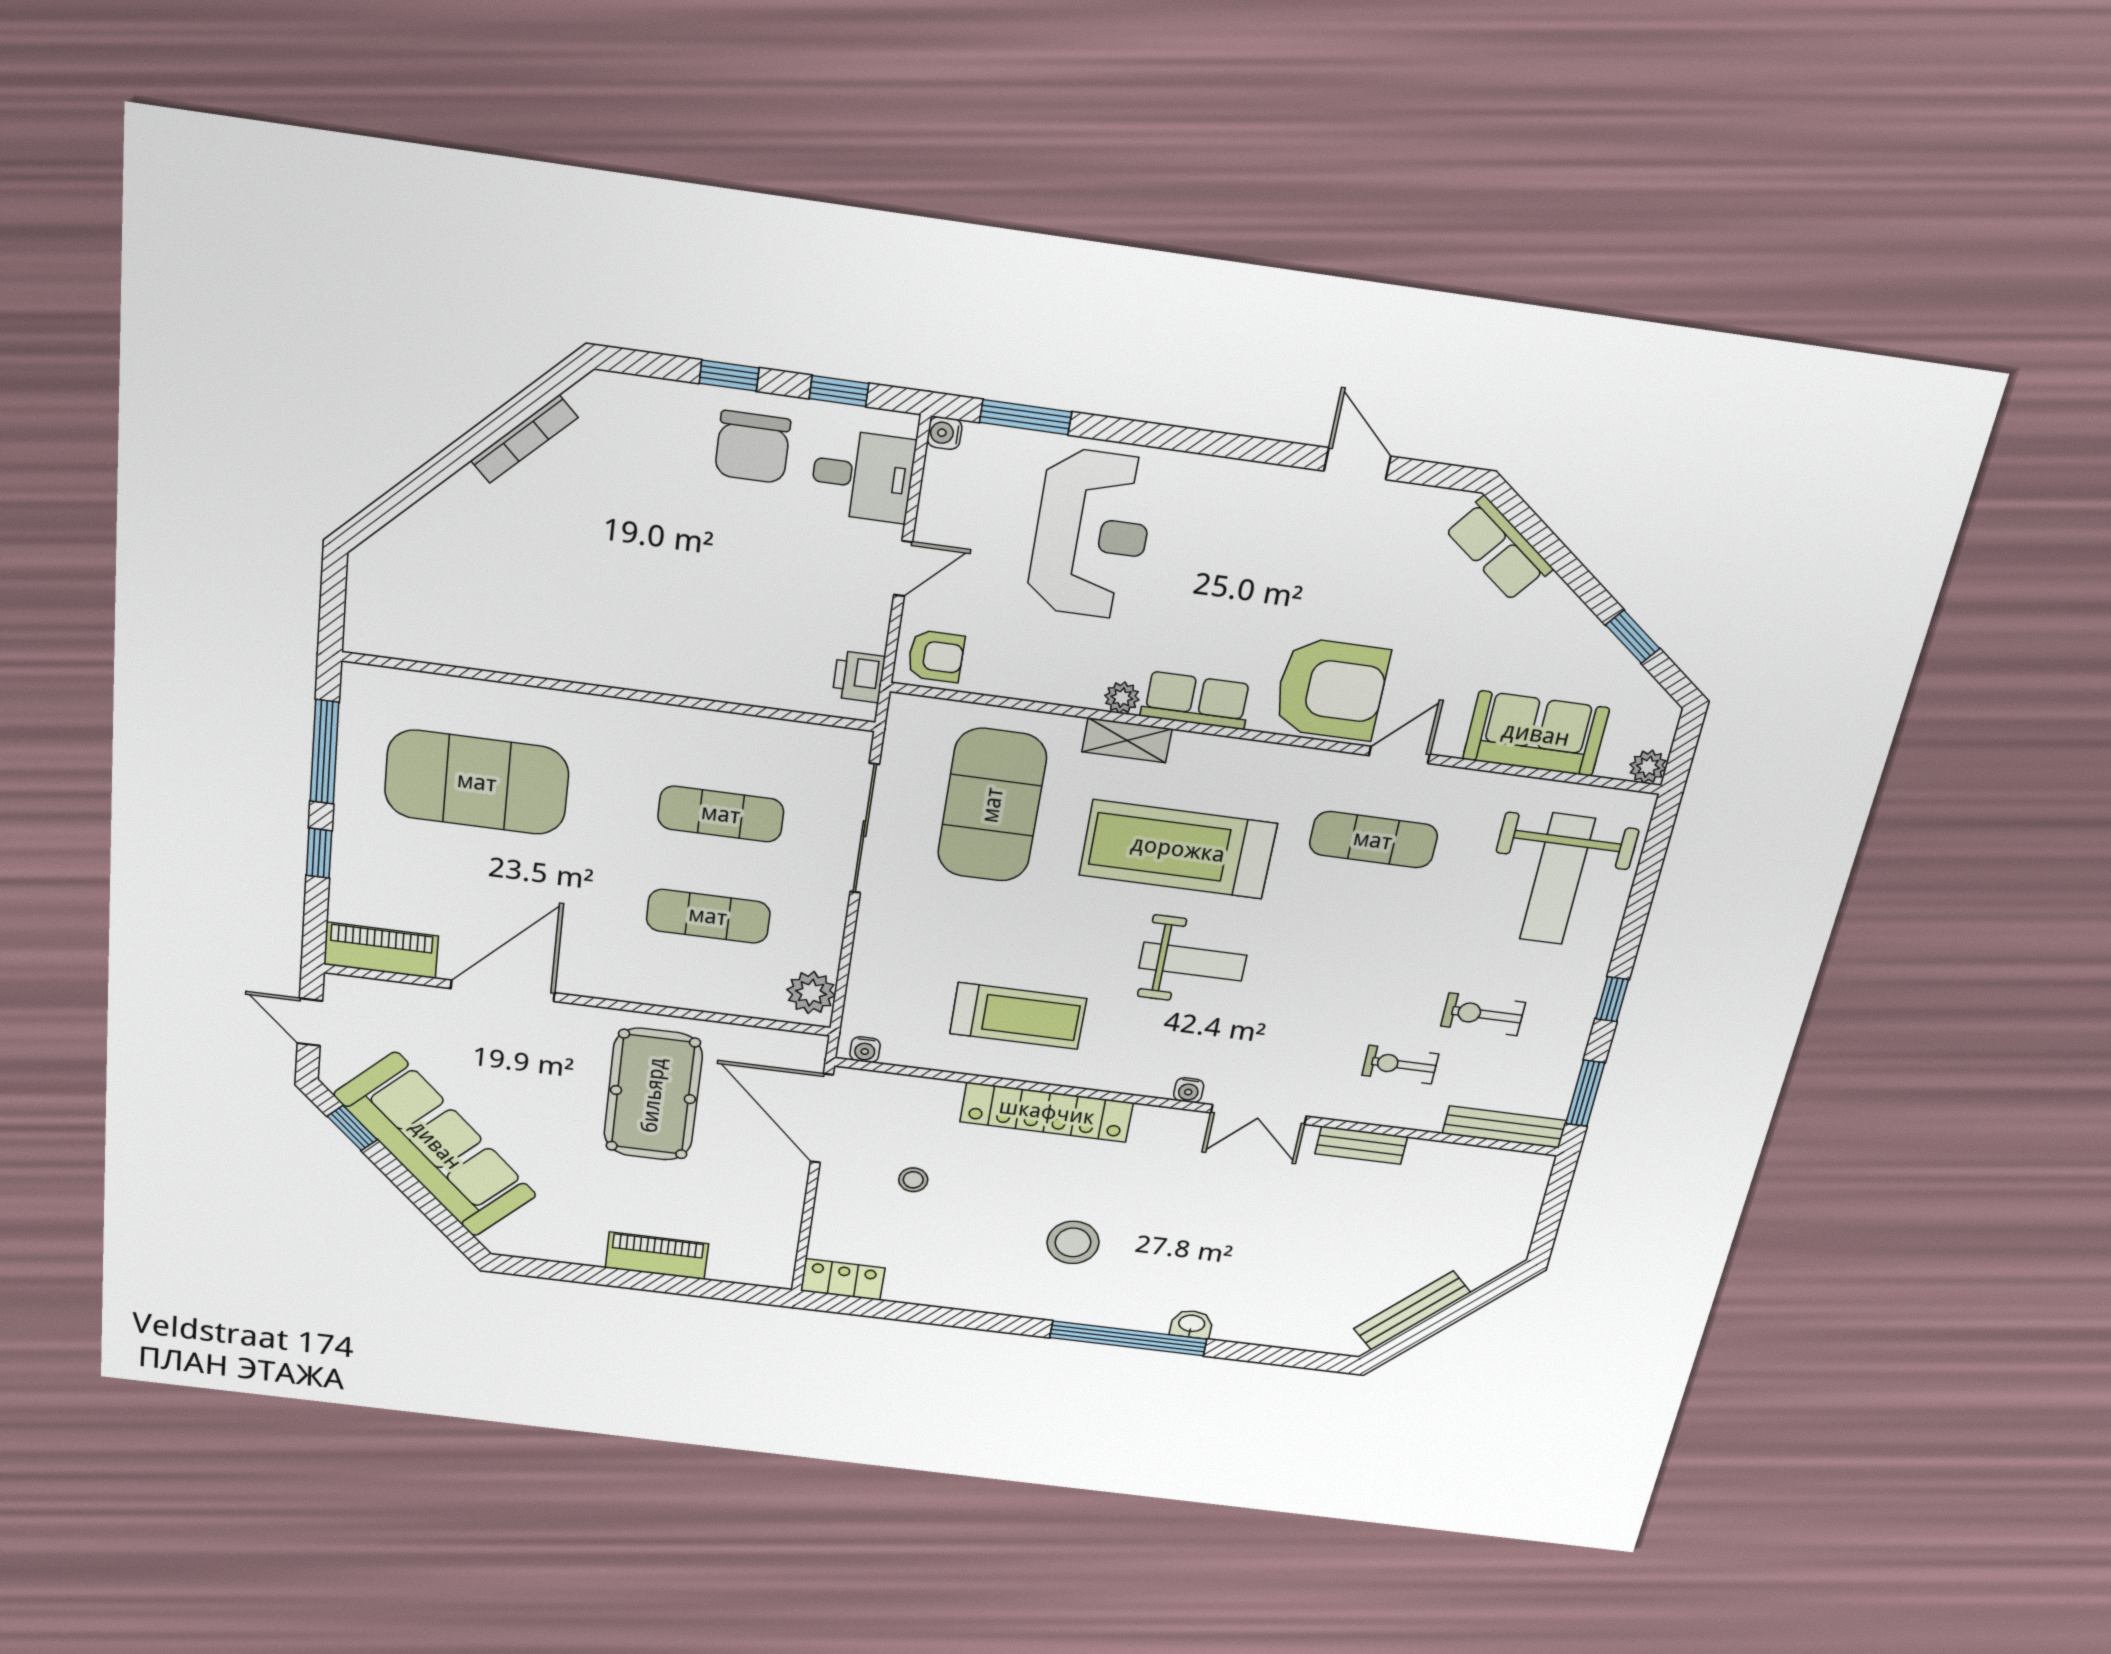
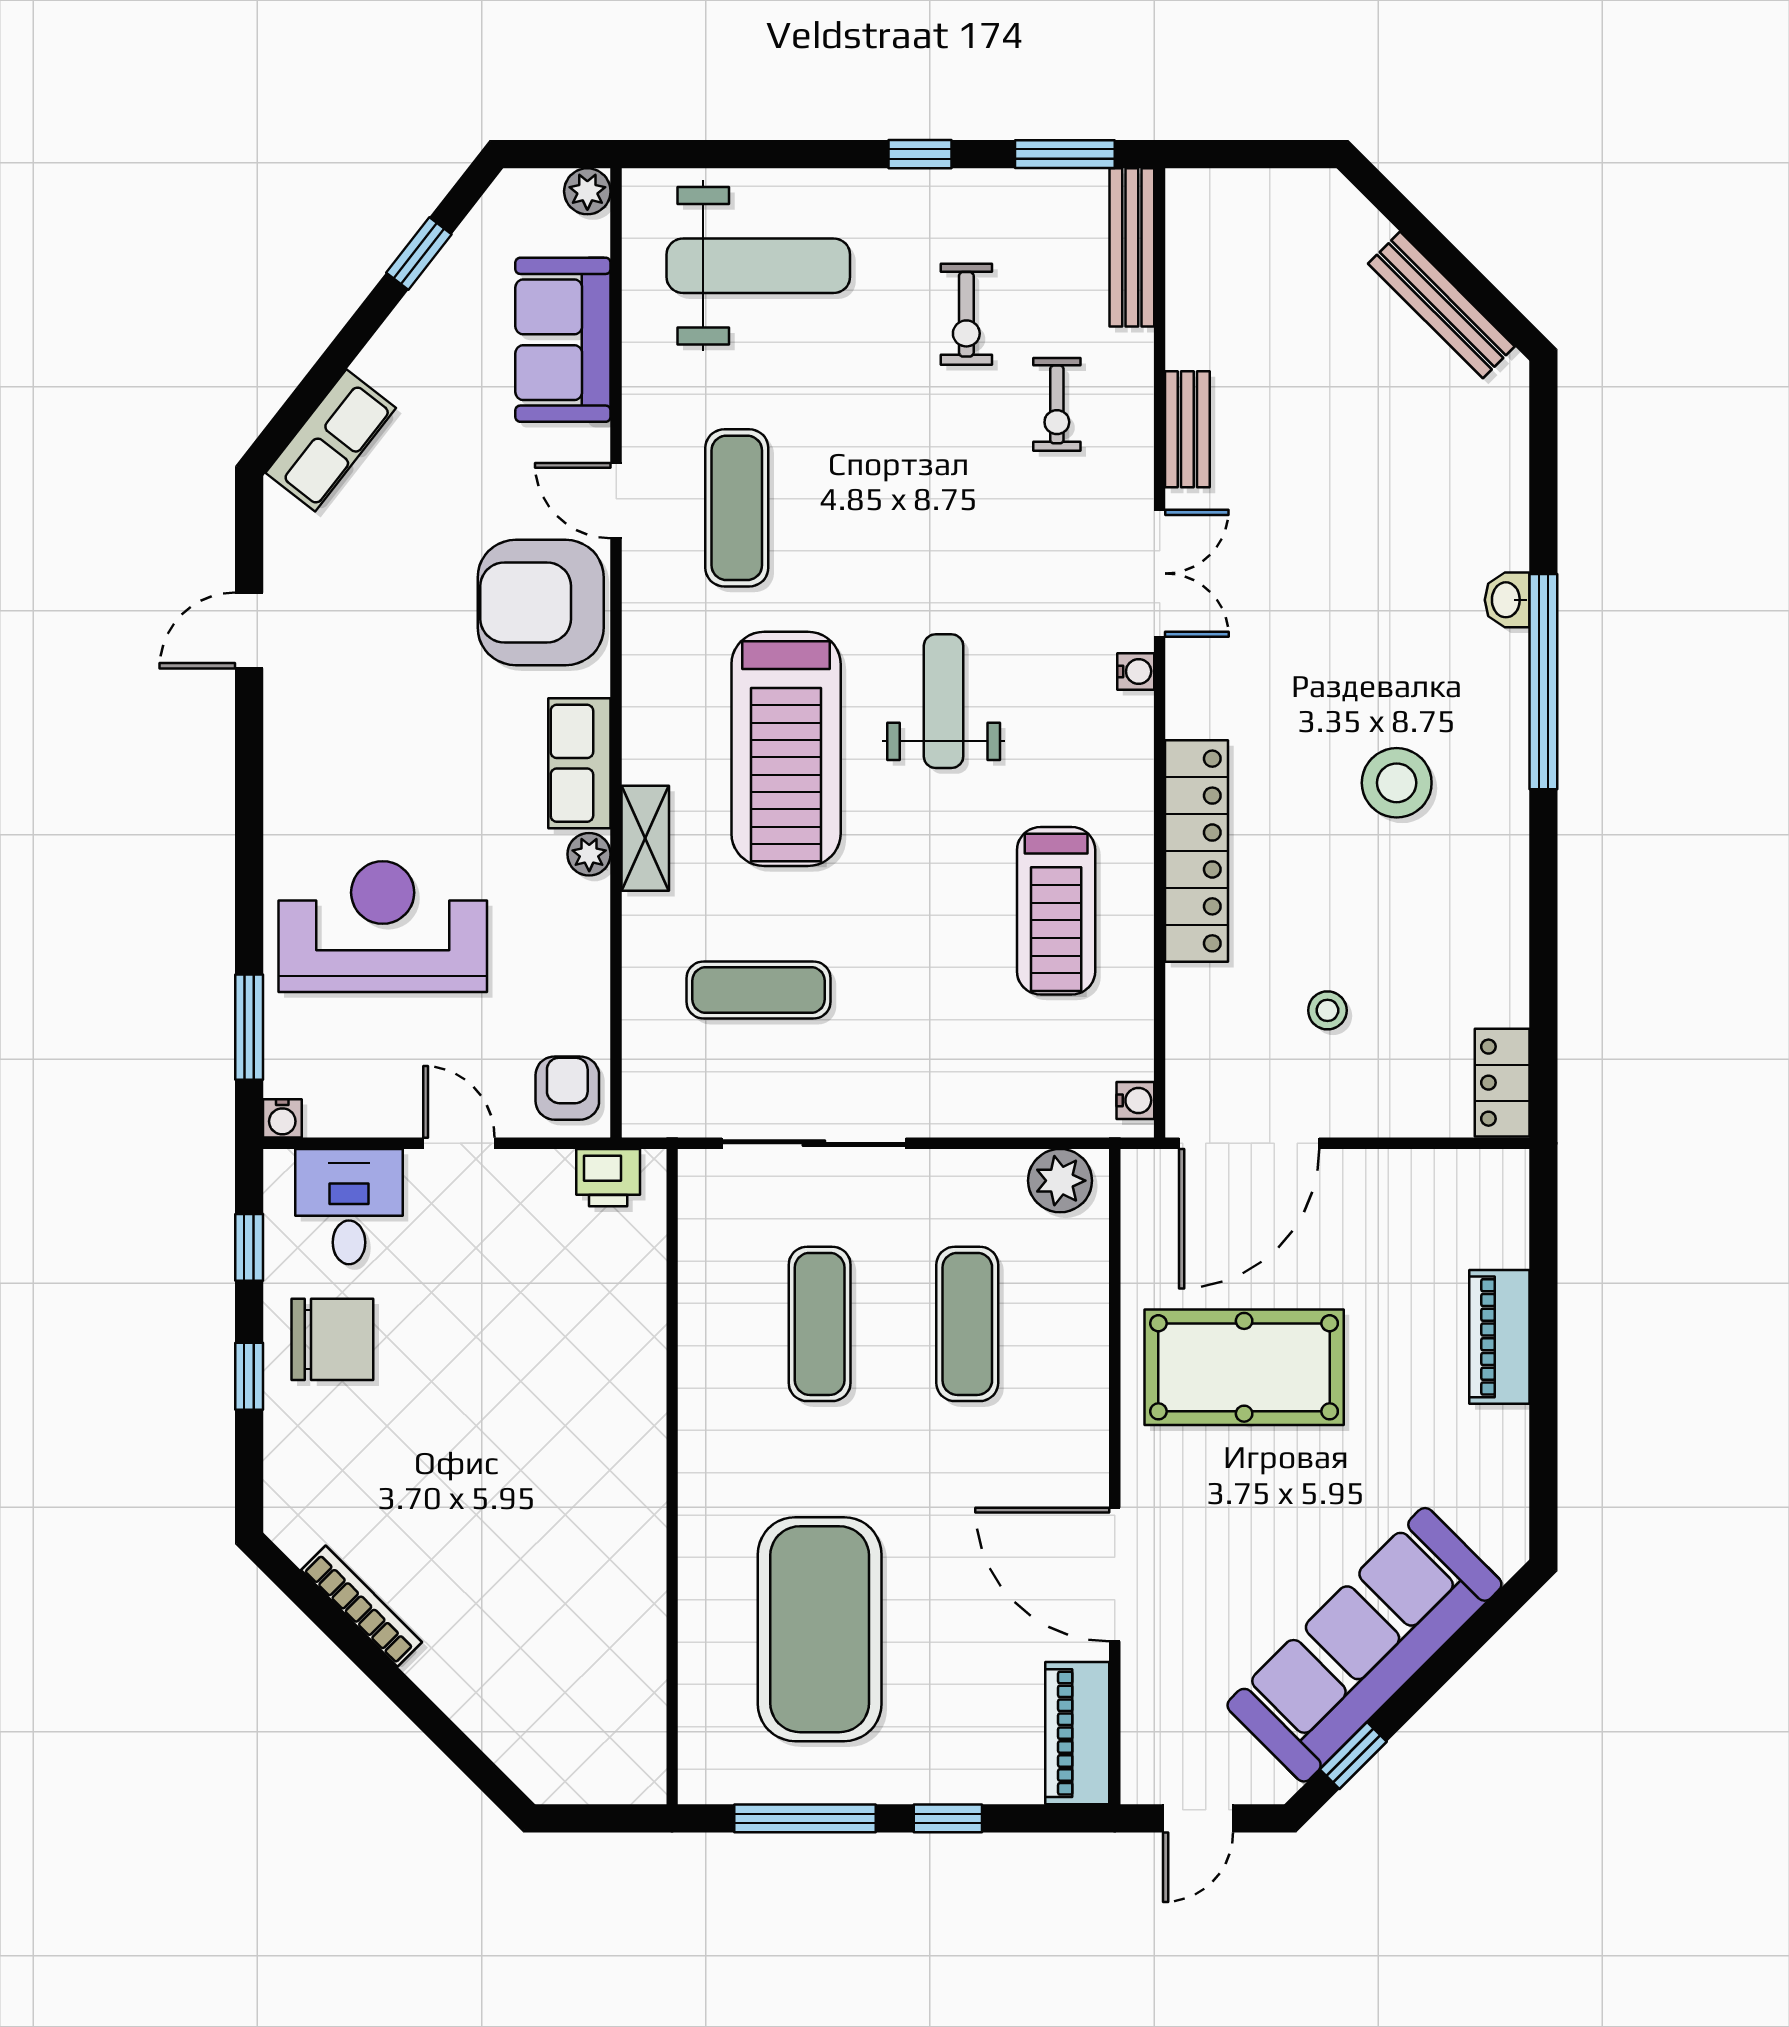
armchair: (1331, 689) -> (541, 602), turned -90
exercise mat: (992, 805) -> (759, 990), width x0.50, depth x0.69
treadmill: (1018, 1016) -> (1056, 911), turned 180

